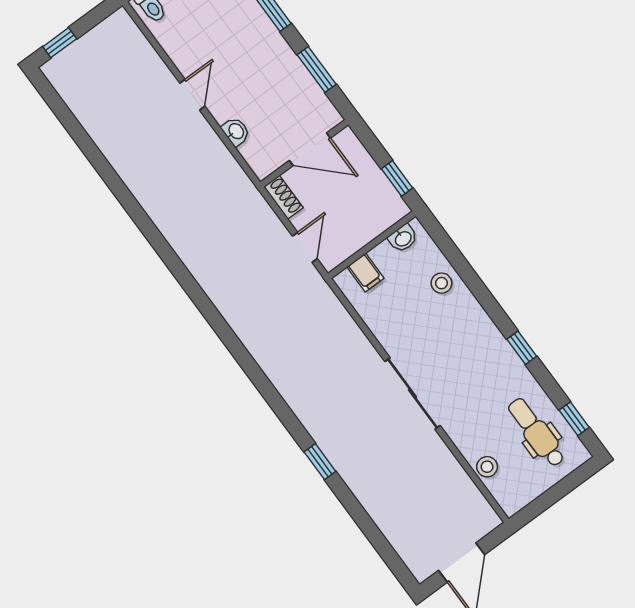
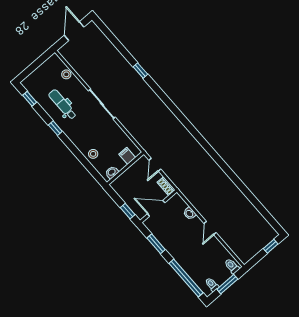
window: (397, 178) -> (128, 211), moved
dental chair: (536, 432) -> (62, 104), moved, turned 180

